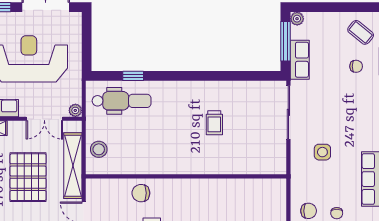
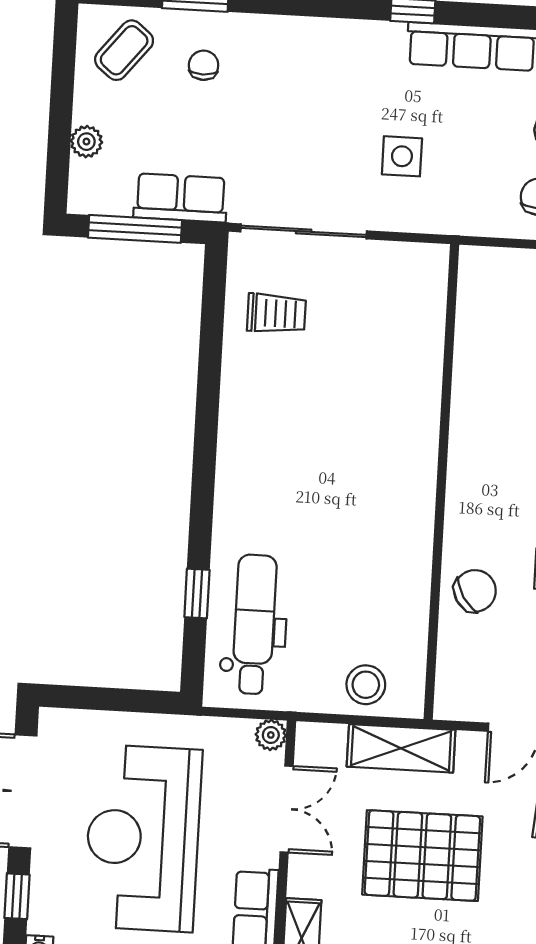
plant: (297, 19) -> (86, 142), moved
trolley: (214, 123) -> (276, 313), moved
shelving: (73, 166) -> (401, 748), width x0.68
chair: (141, 193) -> (475, 591), turned -122

